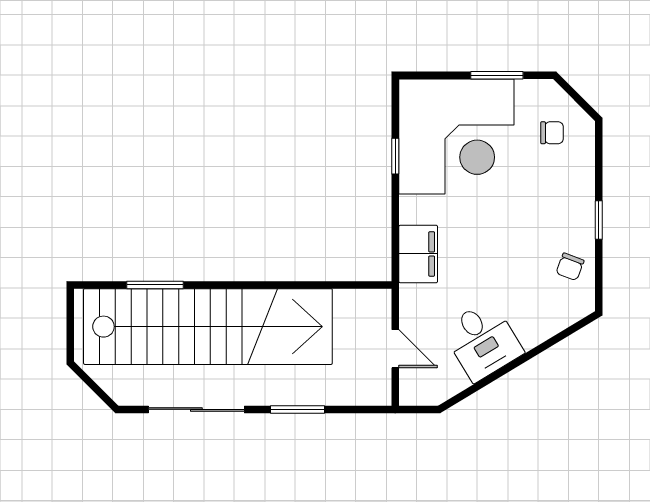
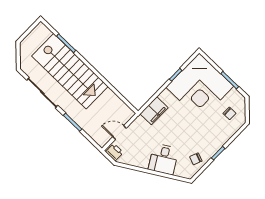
stairs: (208, 327) -> (70, 71), width x0.73
desk: (483, 341) -> (163, 159), moved
door: (395, 349) -> (120, 132), swing flipped
printer: (419, 391) -> (114, 152), added

